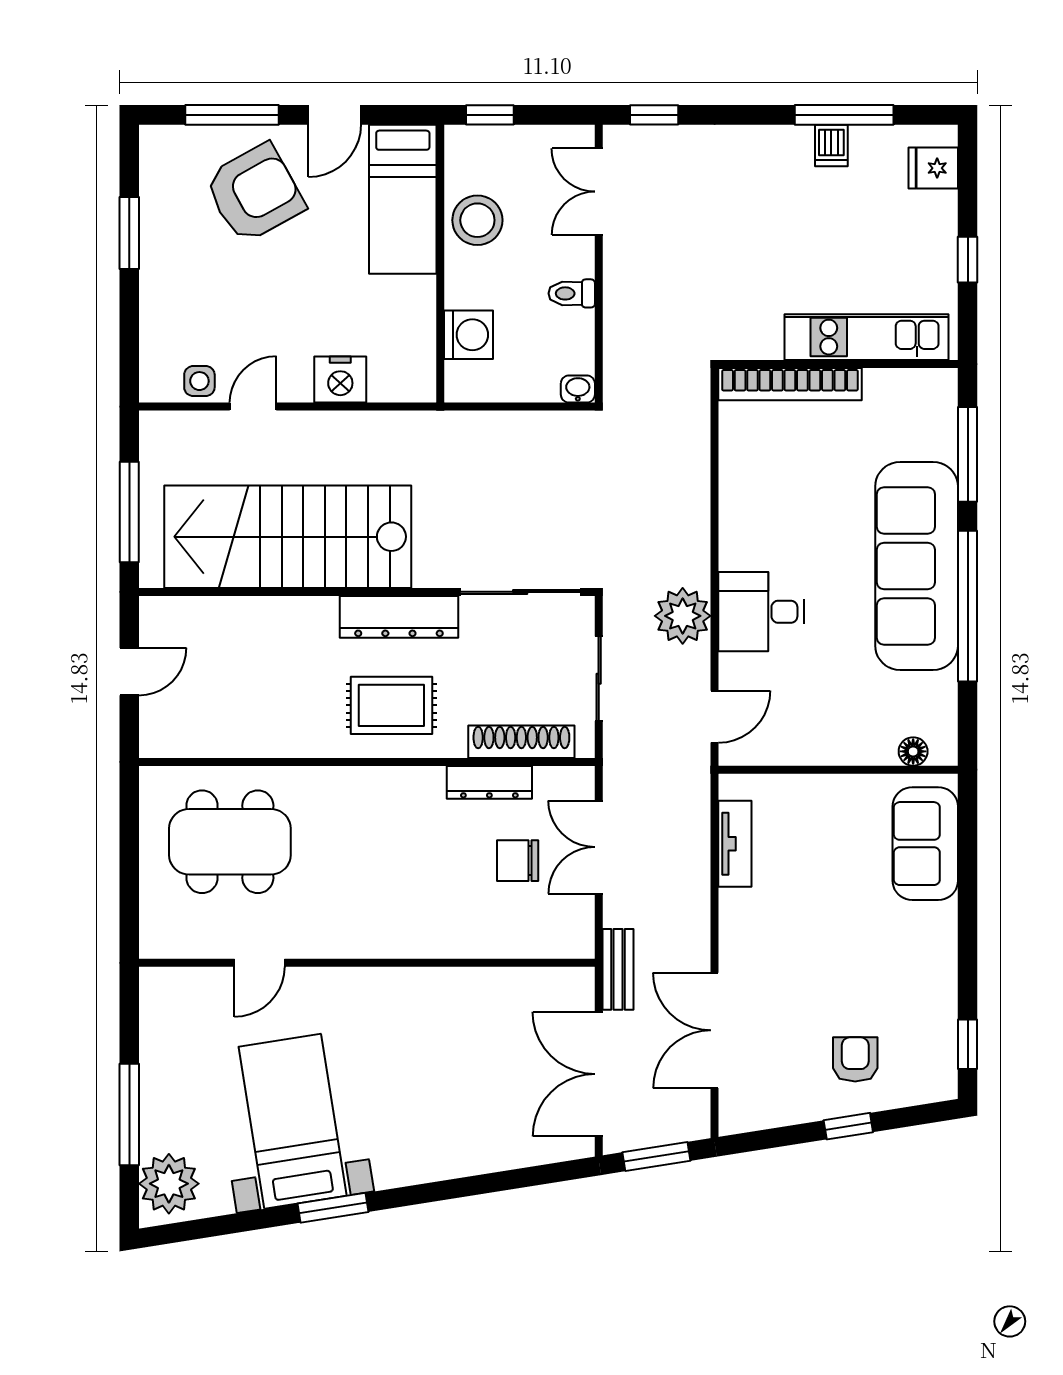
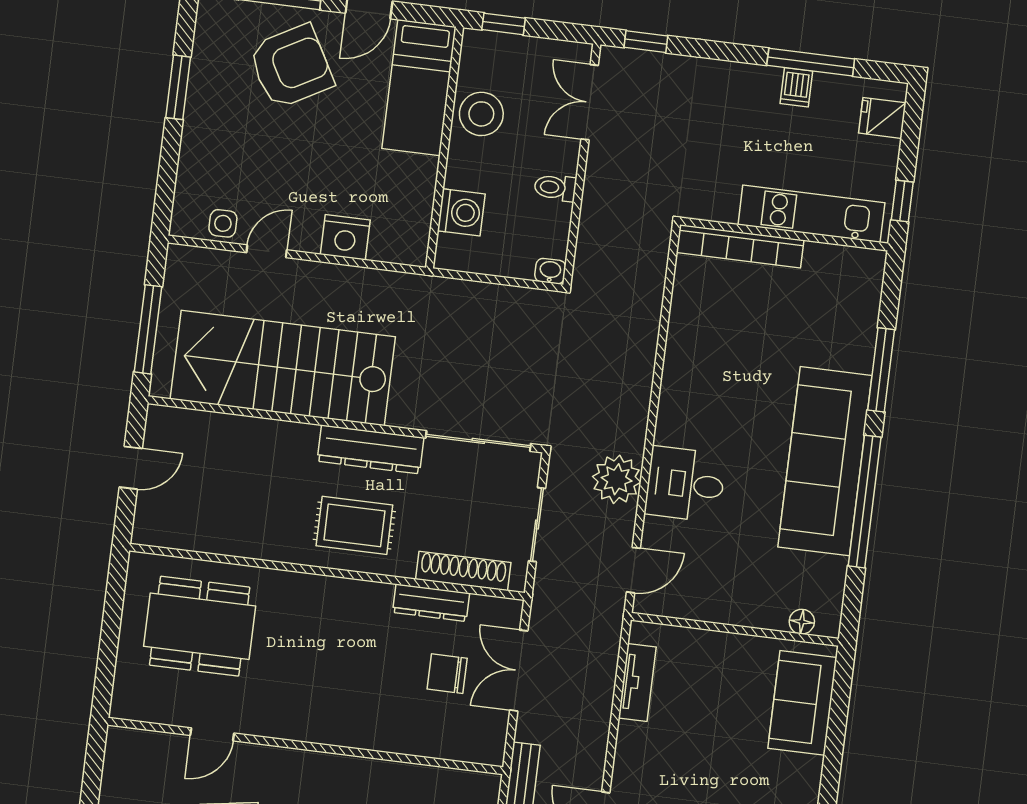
kitchen unit: (866, 337) -> (811, 214), moved
wall: (838, 364) -> (784, 234), moved
bookcase: (790, 384) -> (740, 246), moved

